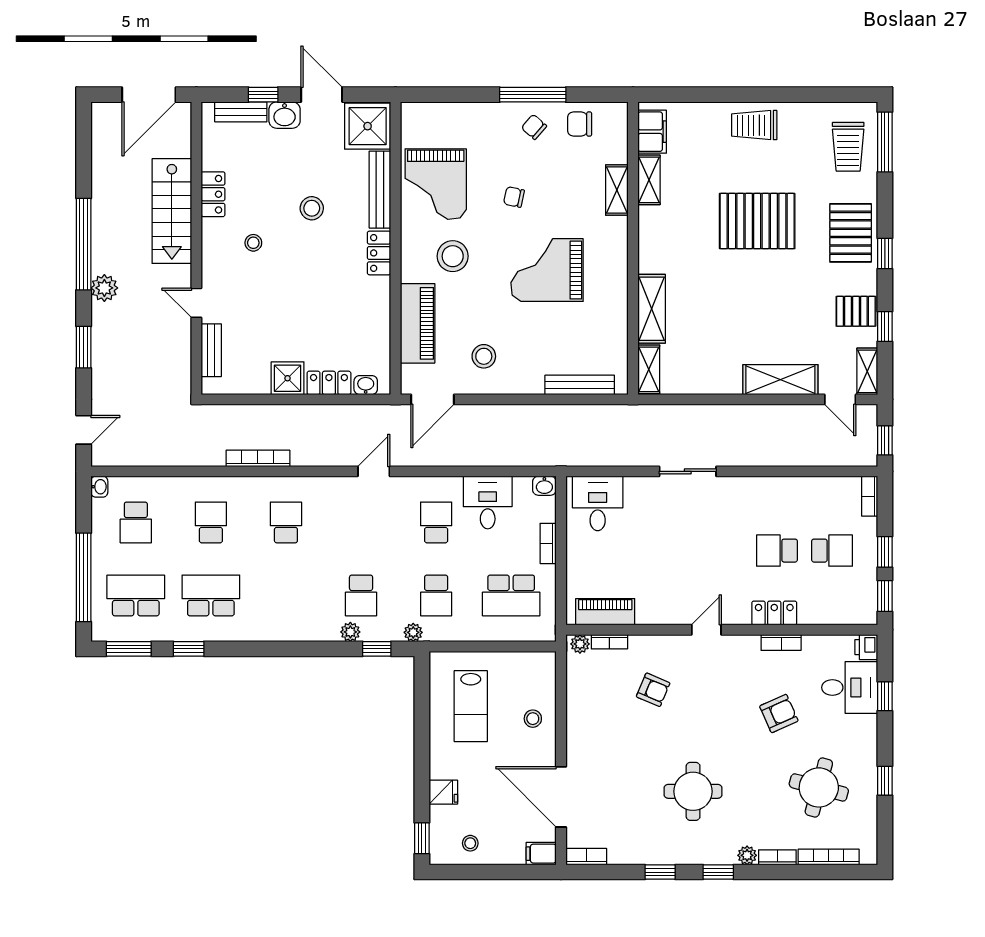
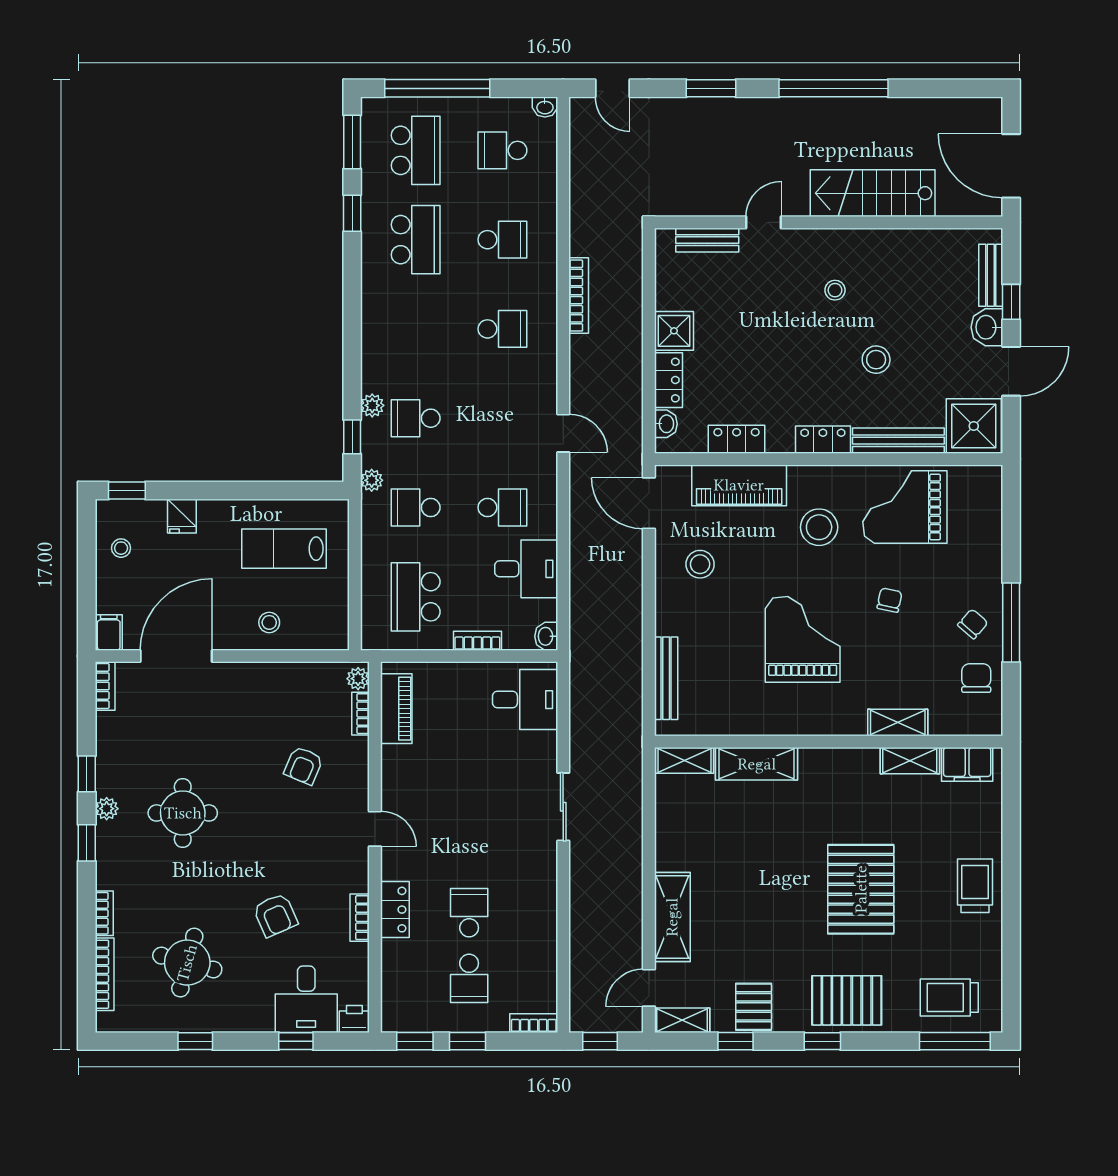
locker: (213, 194) -> (737, 439), moved, turned 180
plant: (104, 288) -> (781, 113), removed
plant: (747, 855) -> (107, 809), moved

